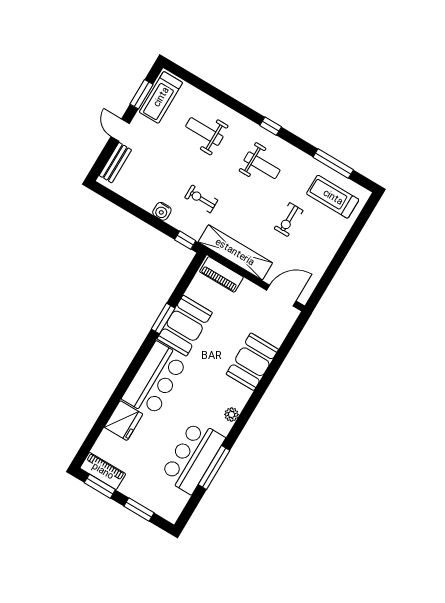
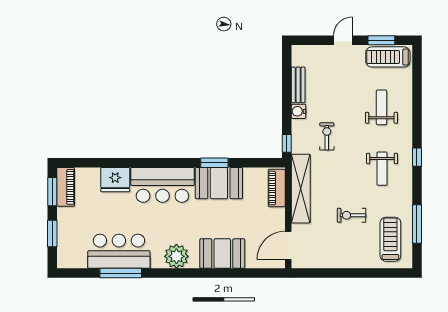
bench: (115, 163) -> (298, 85), moved, turned 90
door: (281, 296) -> (288, 245), swing flipped
plant: (232, 415) -> (176, 256), width x1.87, depth x1.87

